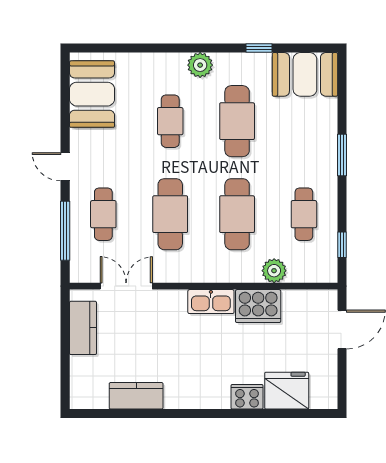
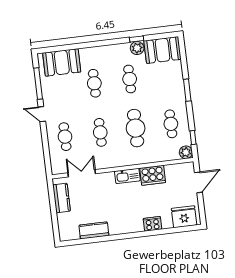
plant: (200, 65) -> (137, 48), moved
booth: (92, 94) -> (62, 62), moved, turned 90
cafe table: (237, 121) -> (130, 79), width x0.73, depth x0.74
cafe table: (170, 214) -> (100, 132), width x0.73, depth x0.74
window: (65, 231) -> (38, 84), moved
plant: (274, 271) -> (186, 152), moved
fridge: (287, 391) -> (184, 217), moved

